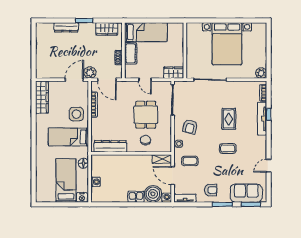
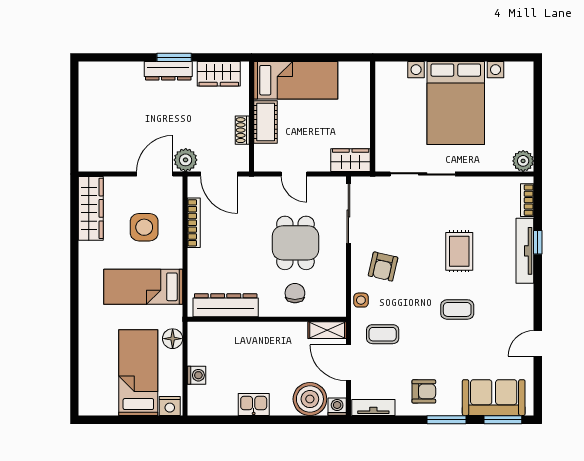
dresser: (66, 27) -> (168, 71), moved
side table: (76, 114) -> (144, 227), moved
kitchen sink: (136, 197) -> (254, 405), moved

